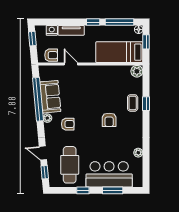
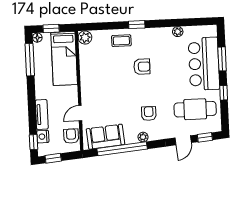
window: (93, 22) -> (34, 142), moved
sofa: (50, 97) -> (105, 137), moved
window: (146, 104) -> (137, 25), moved

